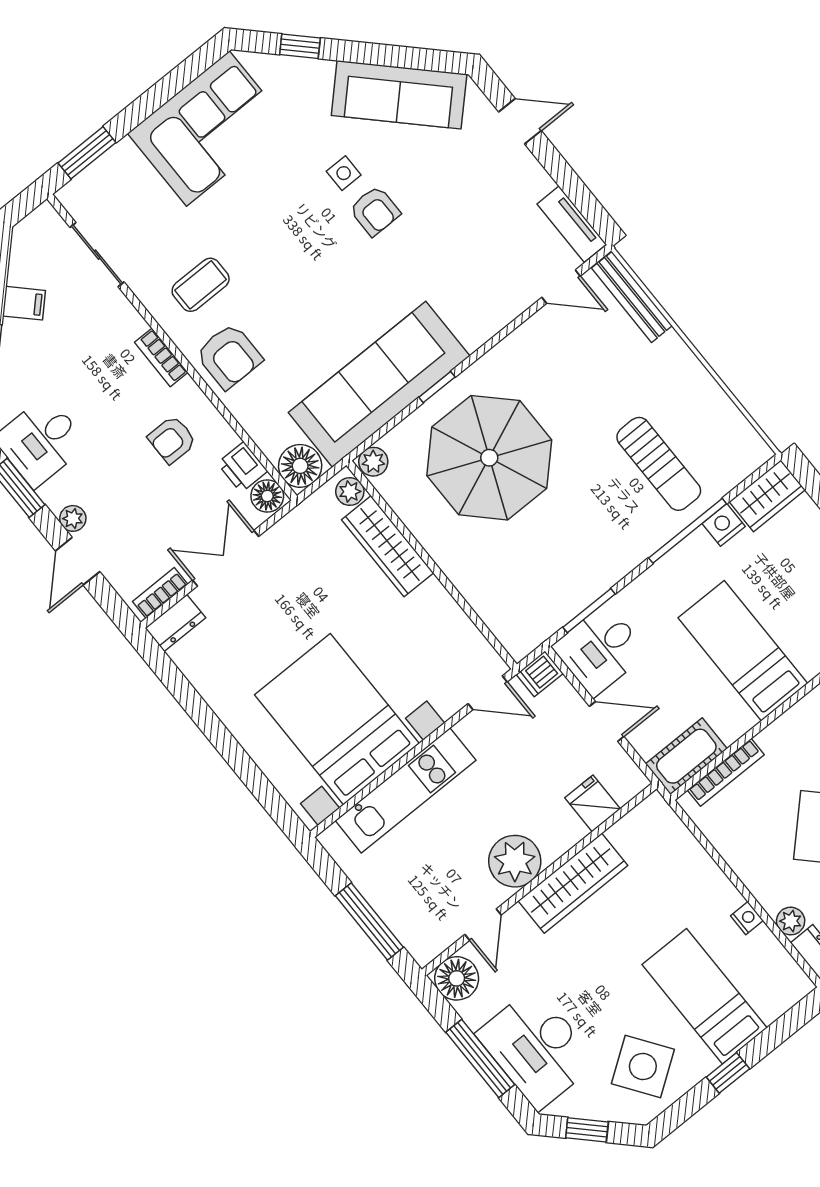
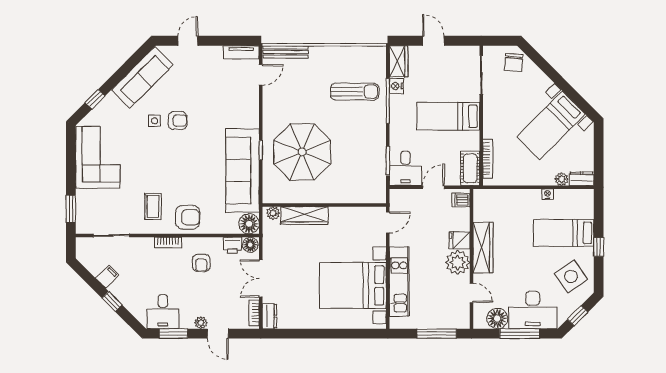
plant: (373, 462) -> (269, 196), removed
dishwasher: (540, 674) -> (461, 200), moved, turned 90
fridge: (593, 803) -> (460, 240), moved
floor lamp: (457, 978) -> (497, 319), moved

